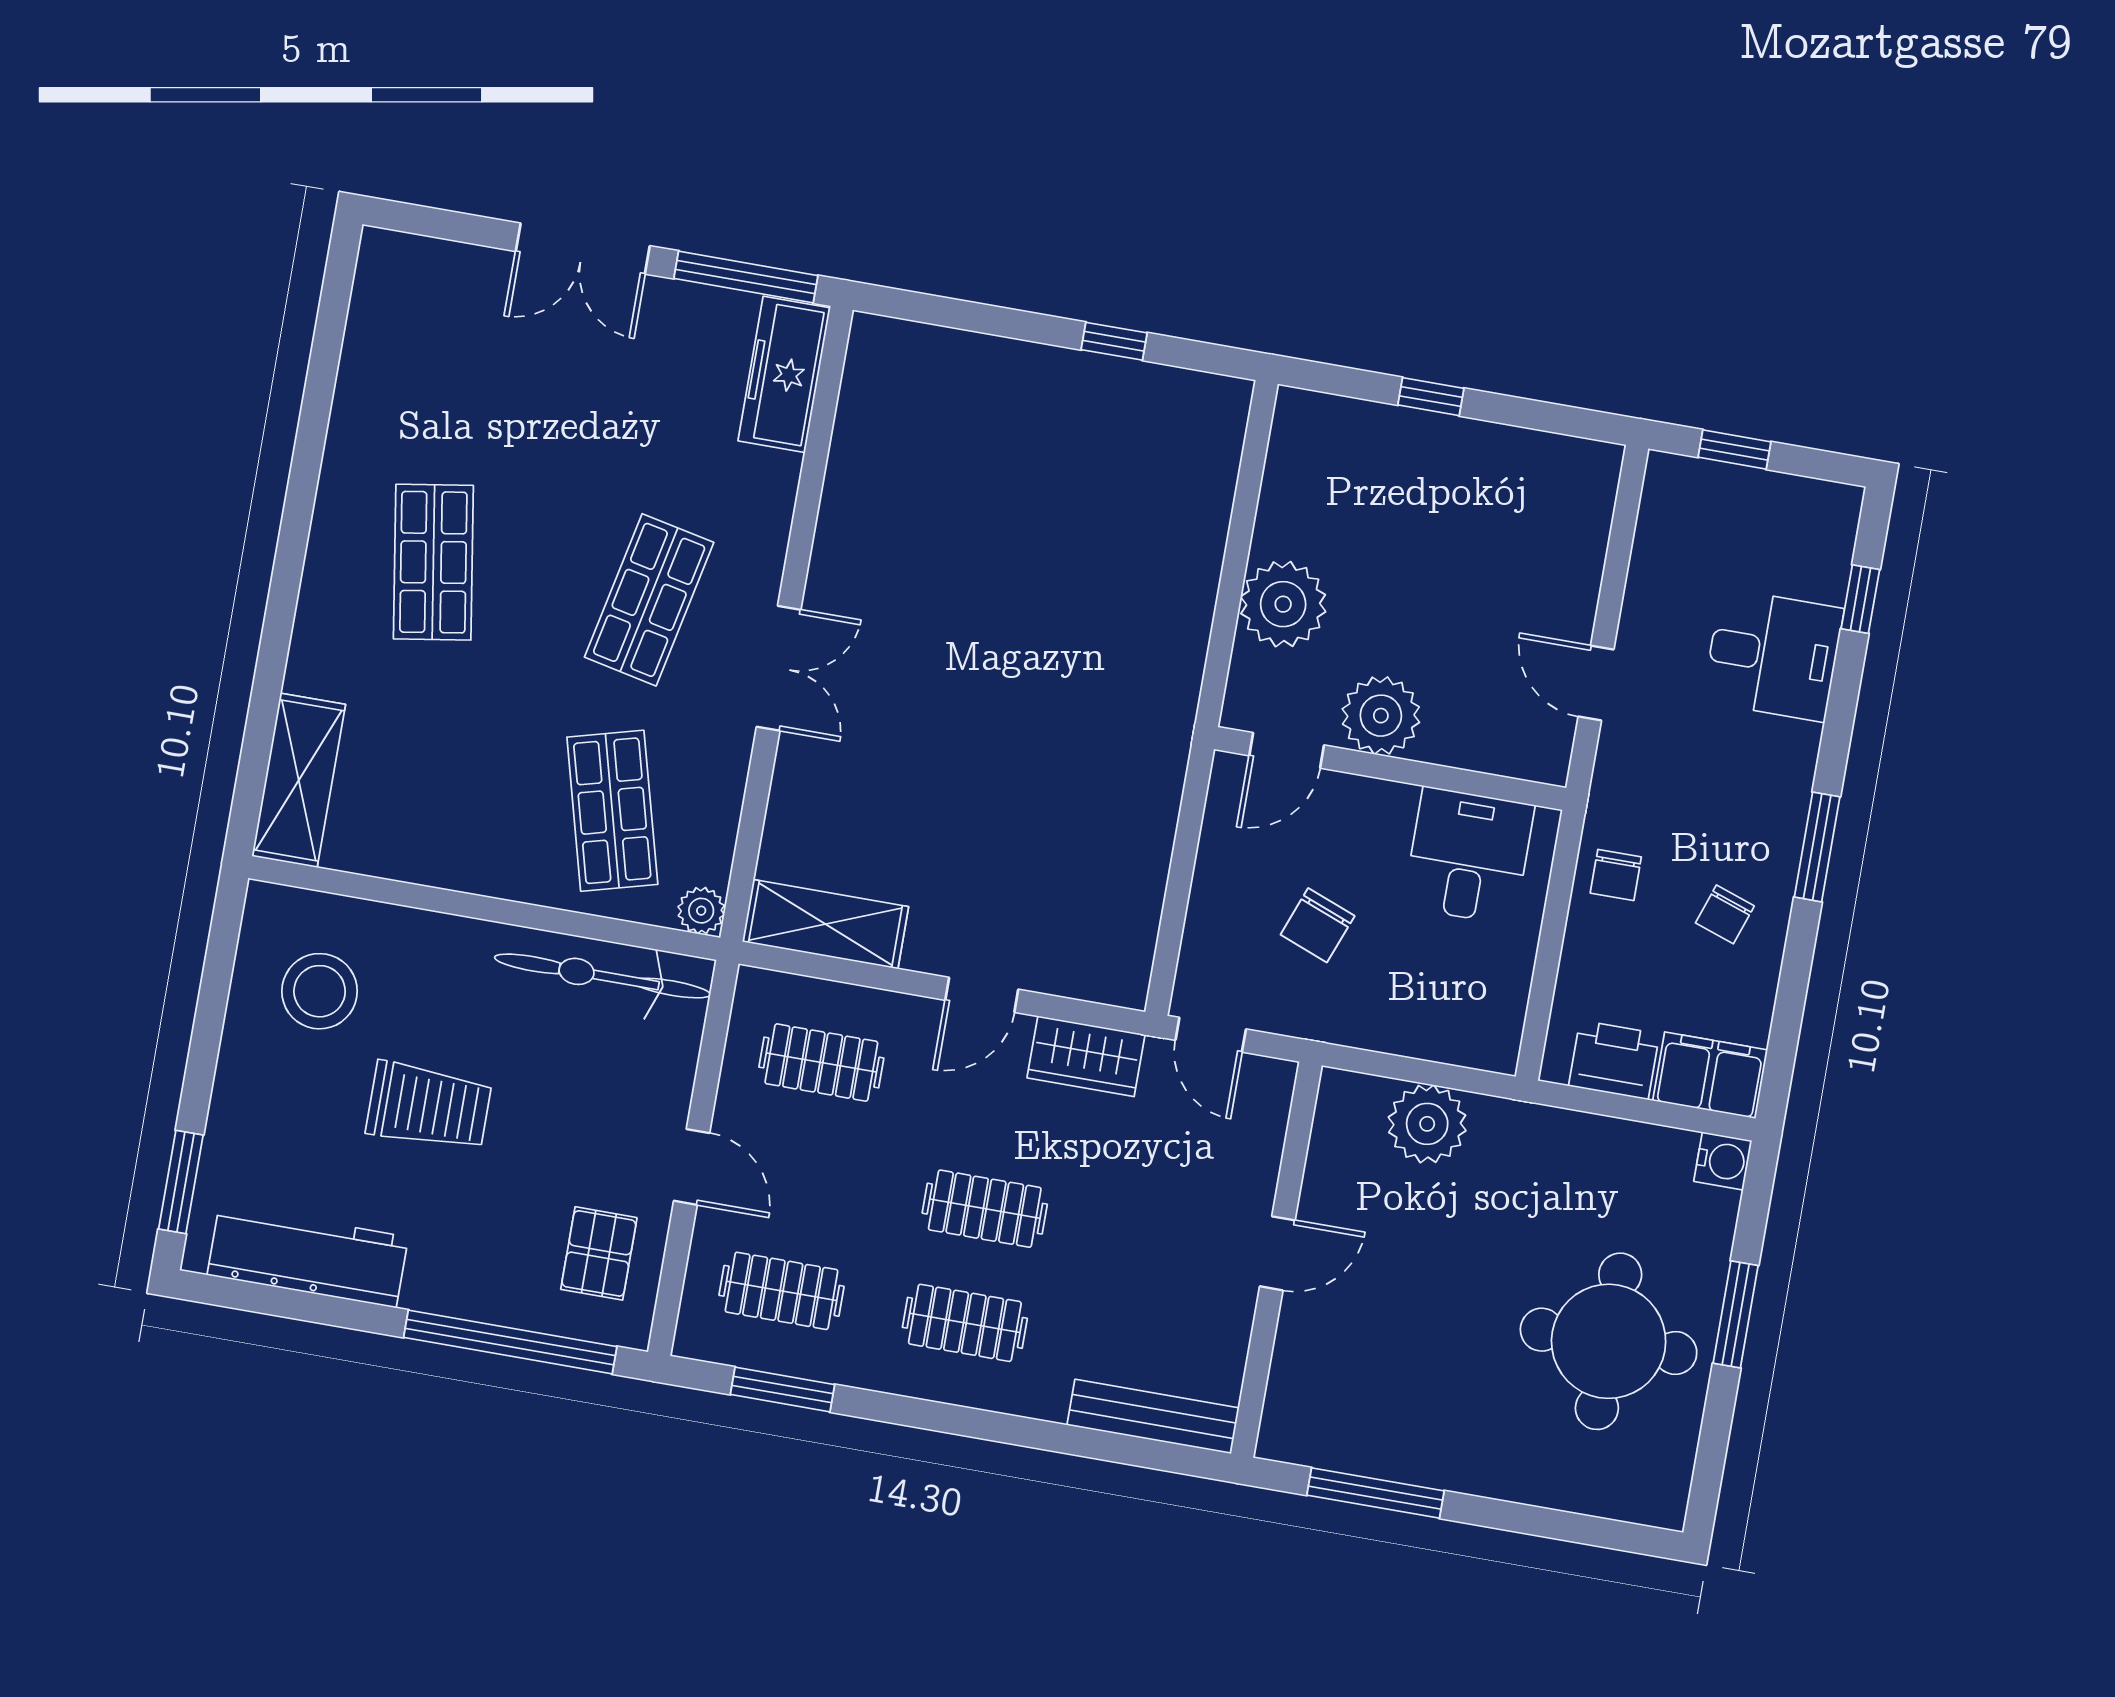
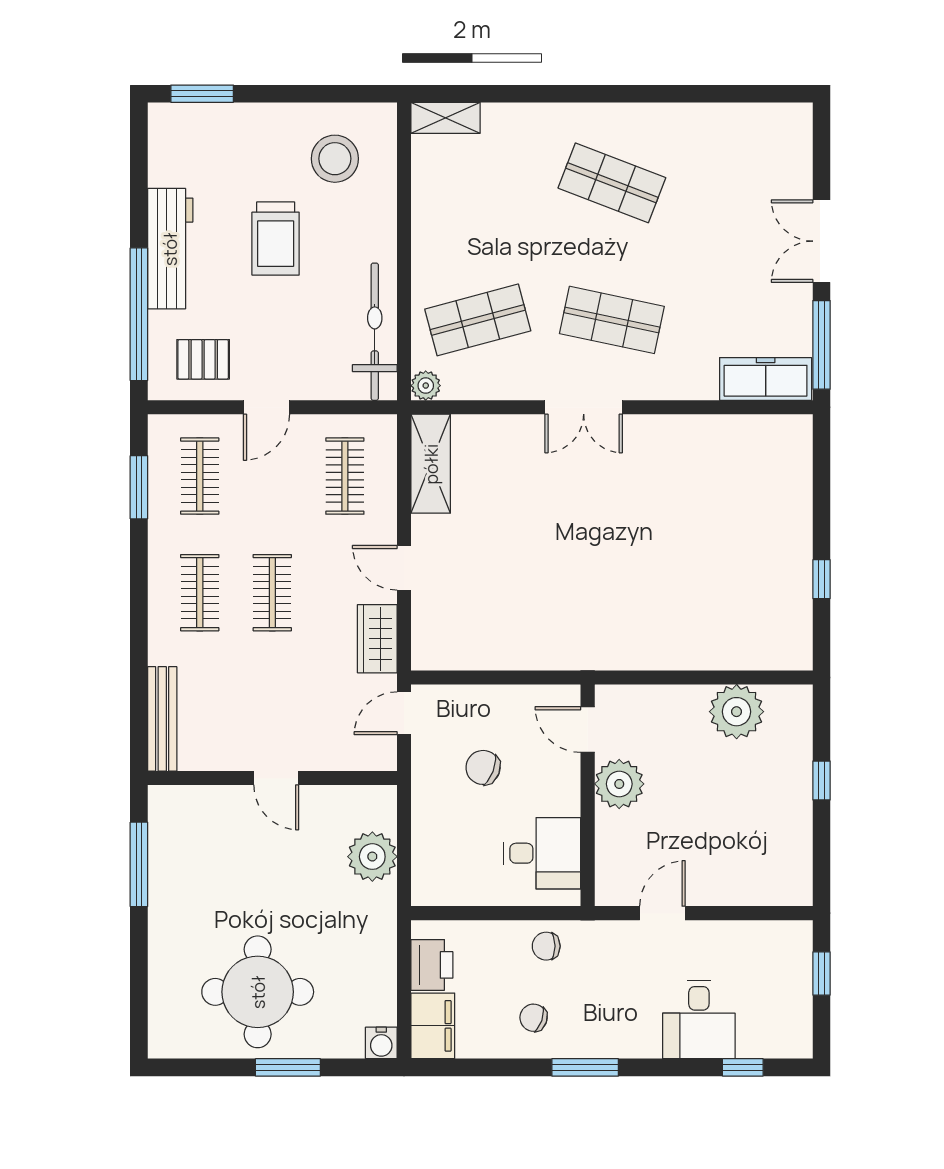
shop shelf: (433, 562) -> (612, 183), turned 30
plant: (1283, 604) -> (737, 712), moved
shelving: (299, 780) -> (445, 118), width x0.67, depth x0.75
workbench: (308, 1256) -> (170, 249), moved

